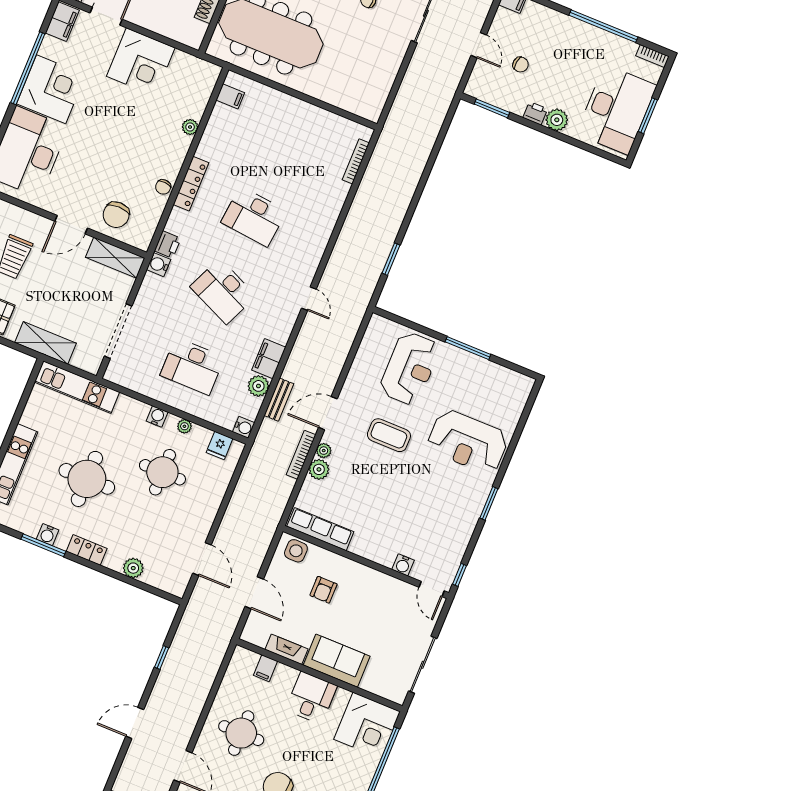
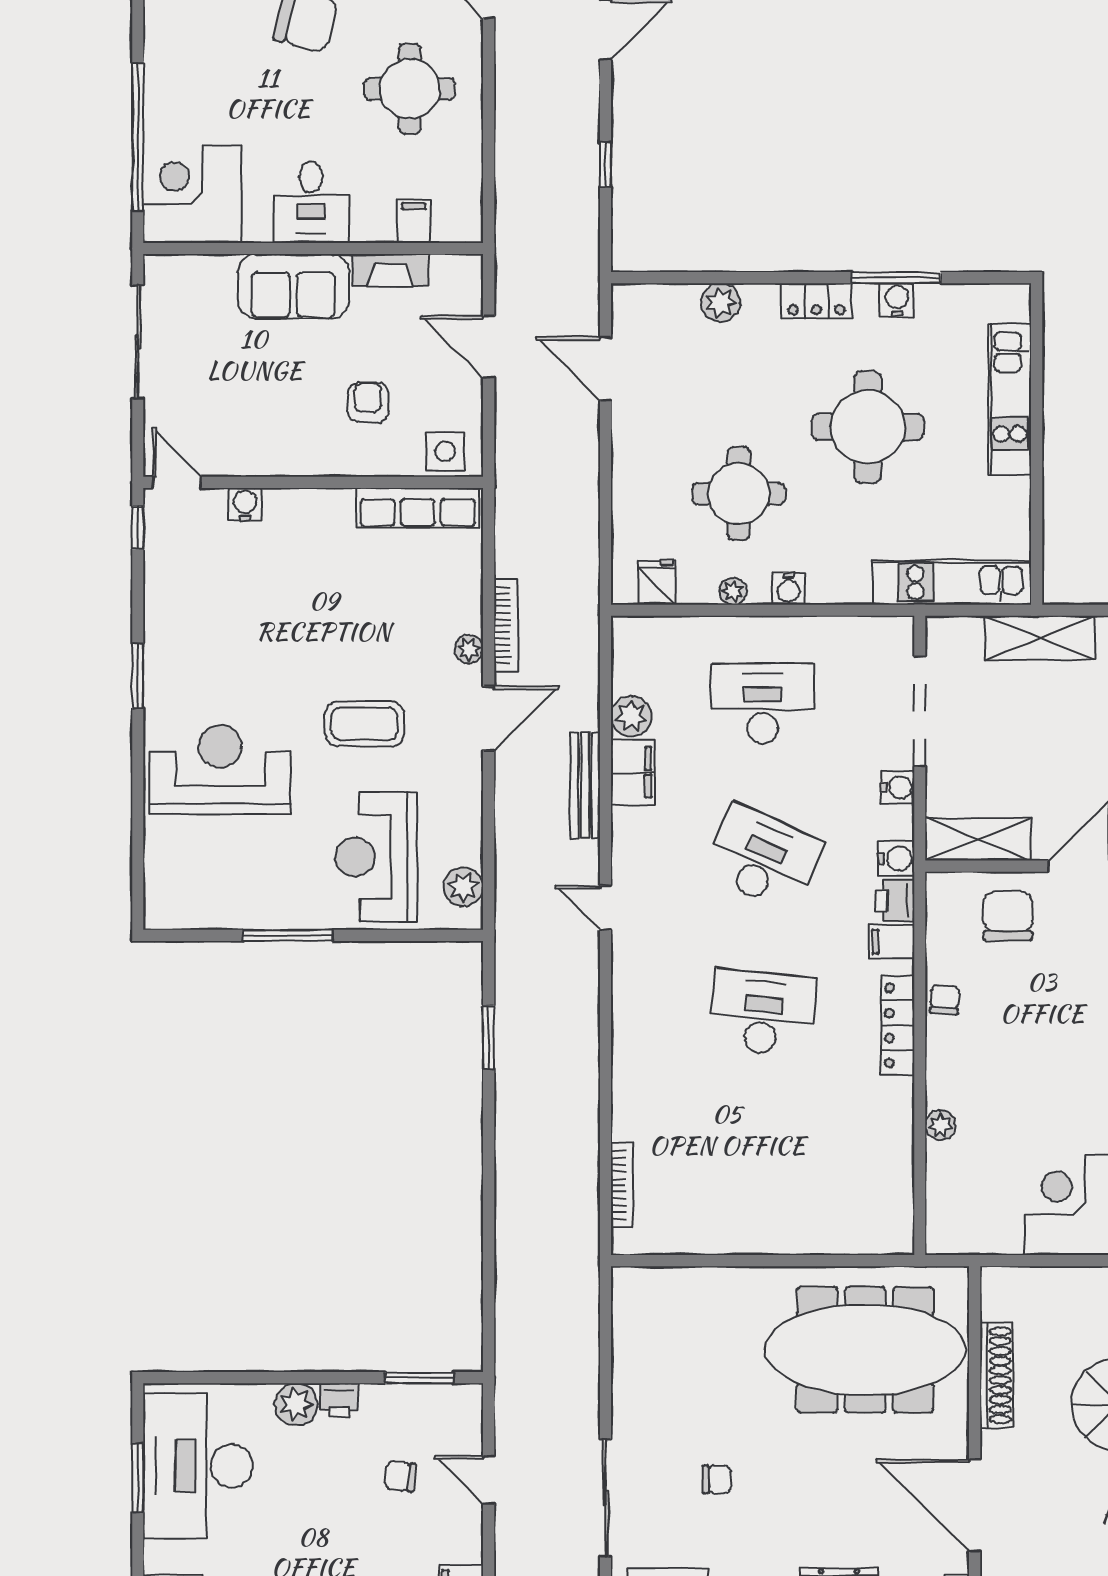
filing cabinet: (230, 96) -> (892, 942), moved
bench: (279, 400) -> (585, 785), moved, width x1.36
water cooler: (244, 427) -> (898, 787), moved, turned 180
plant: (319, 469) -> (463, 887), moved

